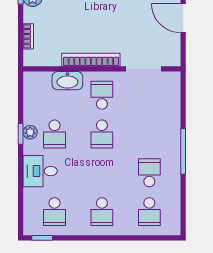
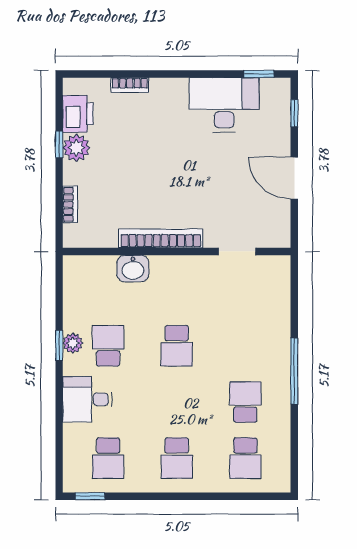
doorway: (144, 69) -> (237, 251), width x0.73
washbasin: (67, 81) -> (133, 269), width x0.72
school desk: (102, 95) -> (177, 290), removed
school desk: (55, 134) -> (108, 346), turned 180

